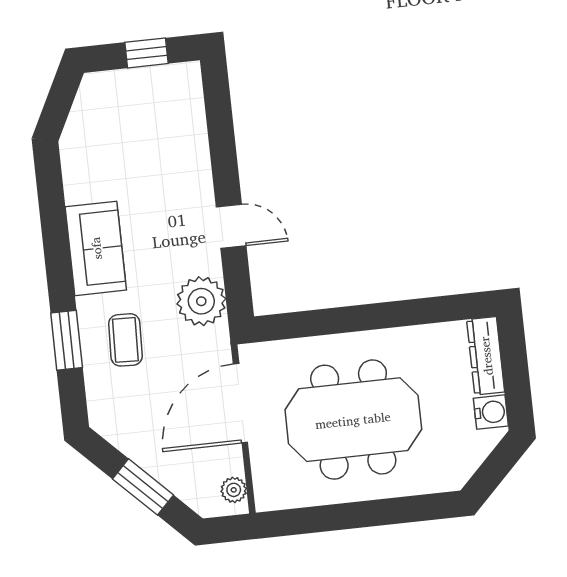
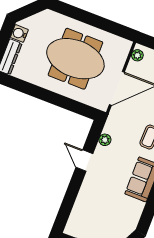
plant: (201, 301) -> (105, 140), width x0.53, depth x0.53

